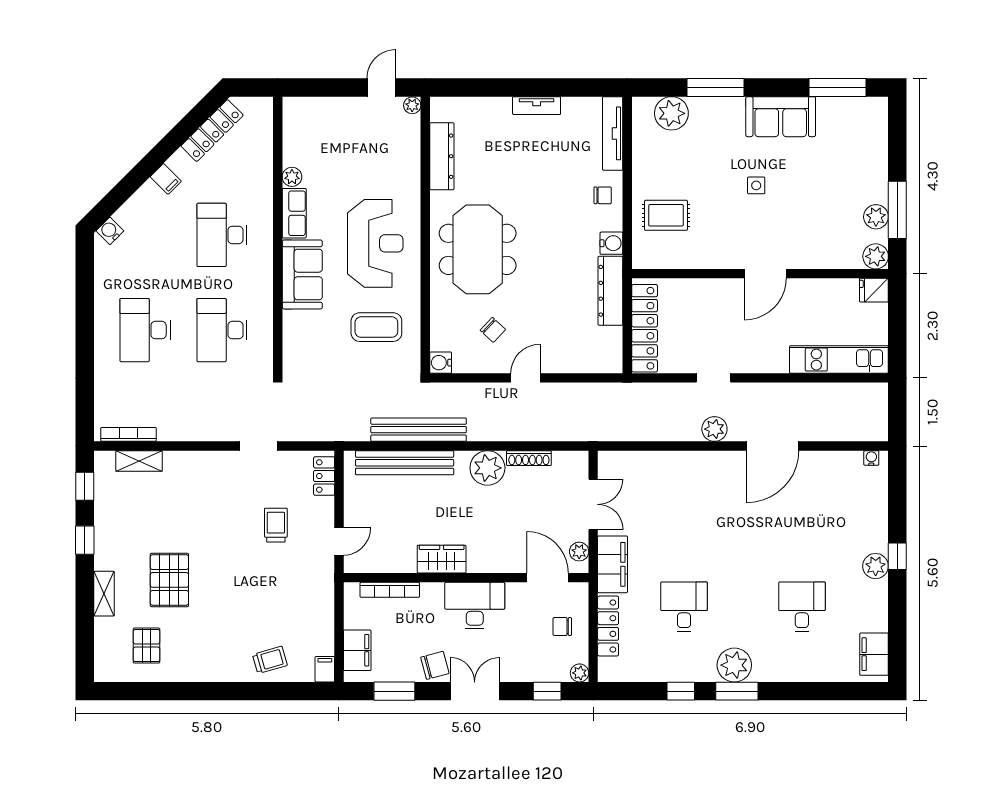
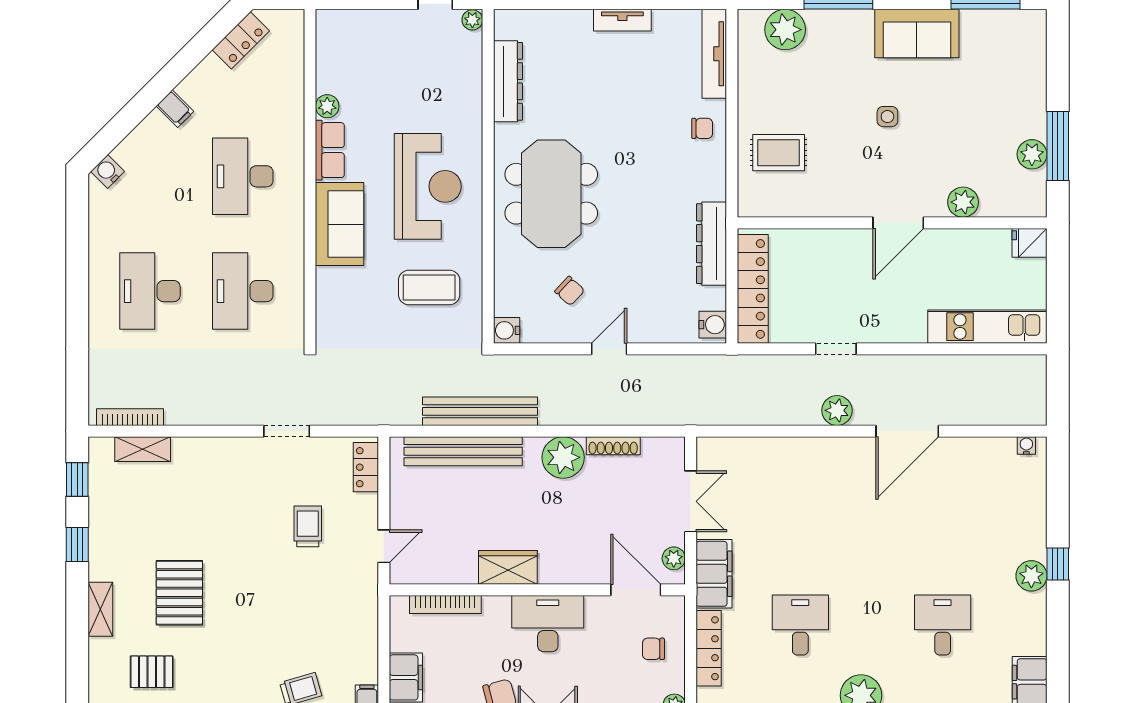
locker: (212, 131) -> (241, 40), width x0.66
water cooler: (611, 243) -> (713, 325), moved
plant: (876, 256) -> (963, 202), moved
pallet: (147, 646) -> (152, 672), turned 90

